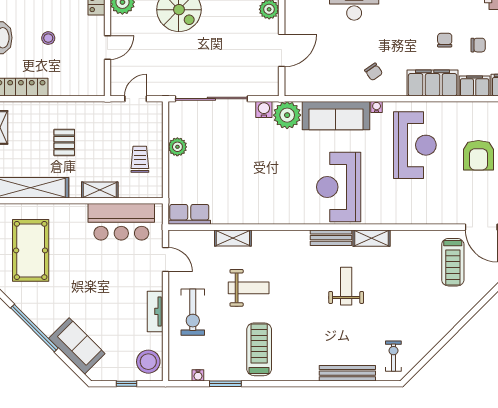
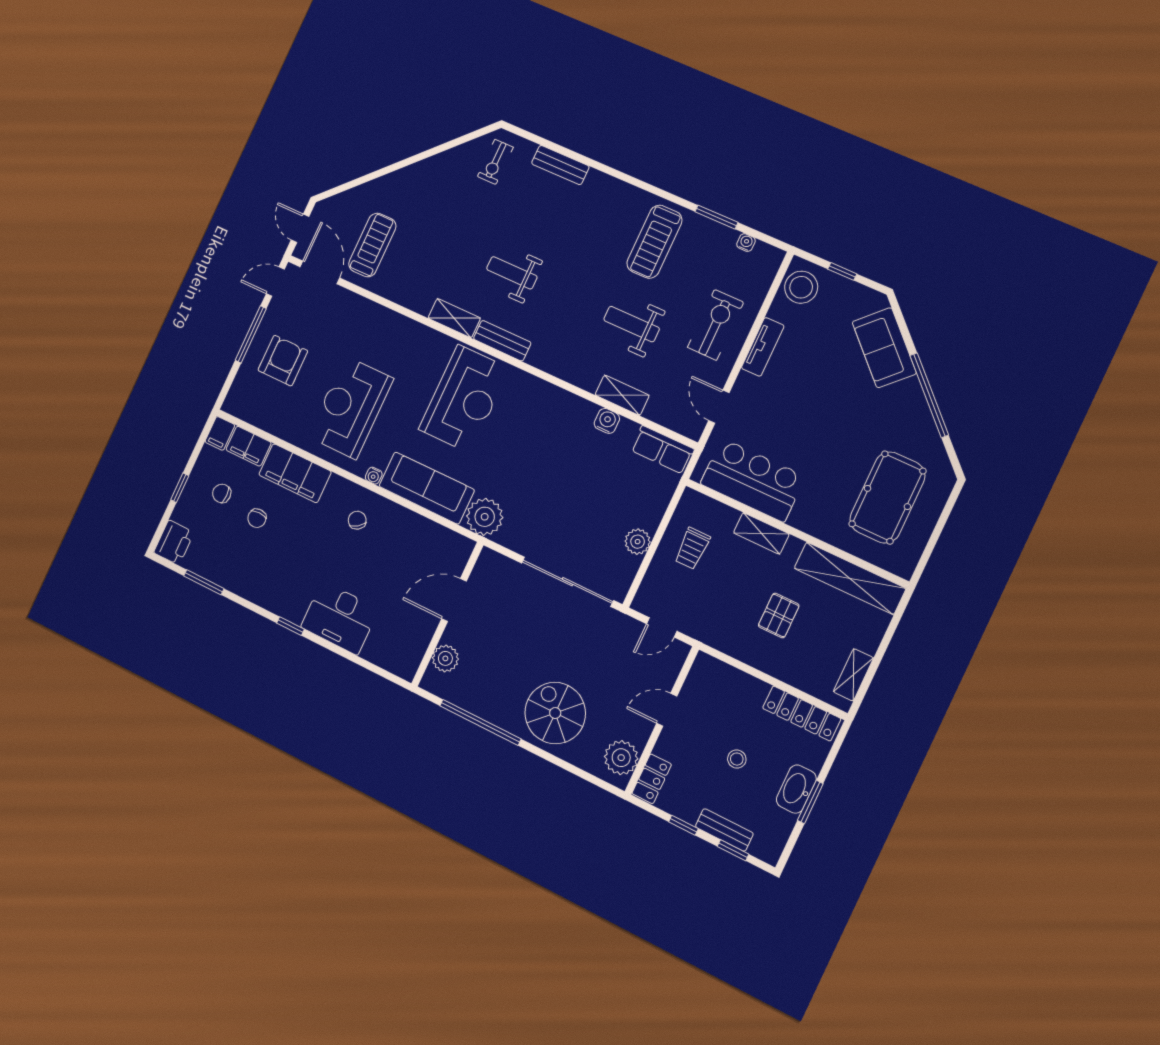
water cooler: (264, 109) -> (607, 421), moved, turned 180
weight bench: (346, 286) -> (512, 273), turned 90
bench: (347, 373) -> (560, 165), width x0.73

